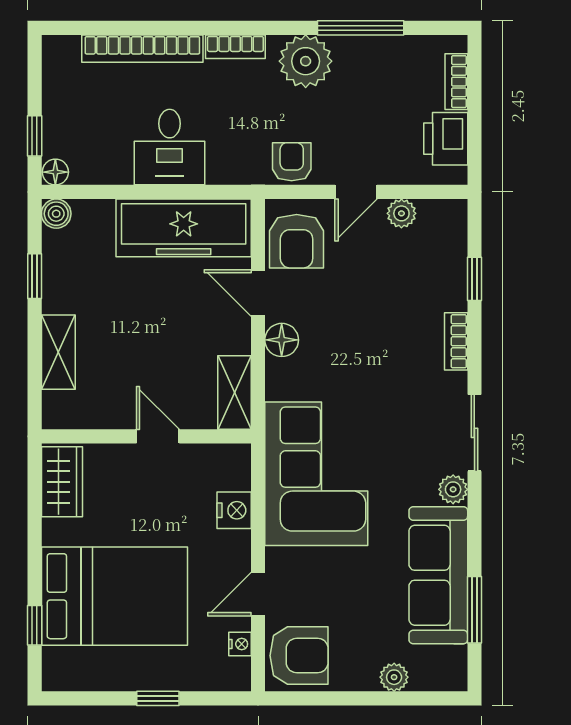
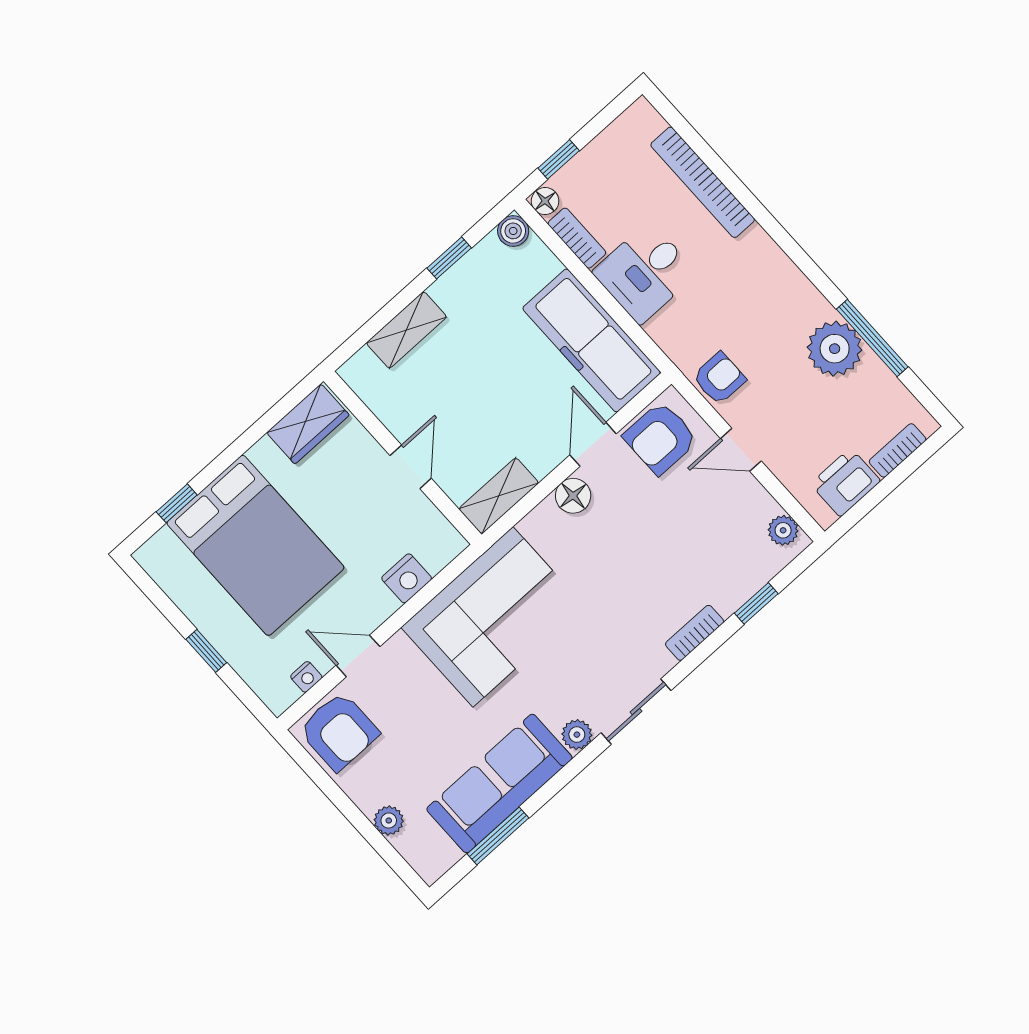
bookcase: (235, 47) -> (577, 238), moved, turned 180
plant: (306, 61) -> (835, 349), moved
plant: (401, 213) -> (783, 530), moved

